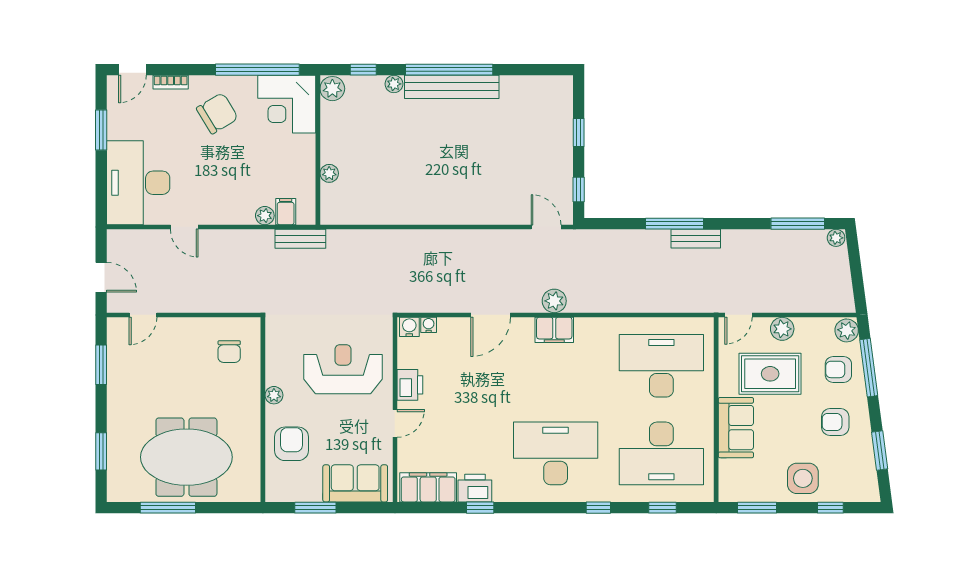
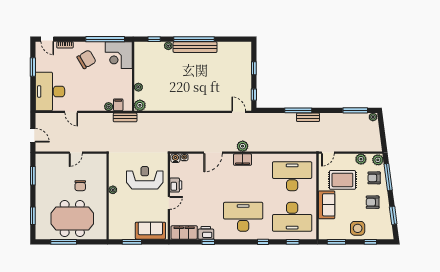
door: (132, 70) -> (47, 39), hinge flipped
plant: (332, 89) -> (140, 105), moved
door: (143, 315) -> (76, 153), moved
plant: (782, 329) -> (361, 159), moved
chair: (229, 352) -> (80, 186), moved
armchair: (291, 444) -> (121, 212), removed

